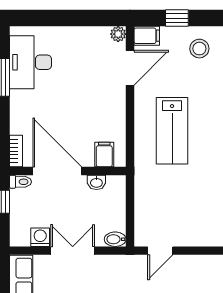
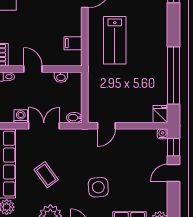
filing cabinet: (104, 155) -> (73, 43), moved, turned -90
door: (57, 171) -> (33, 69), width x0.53

